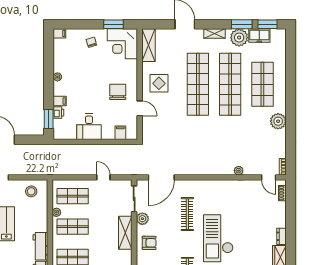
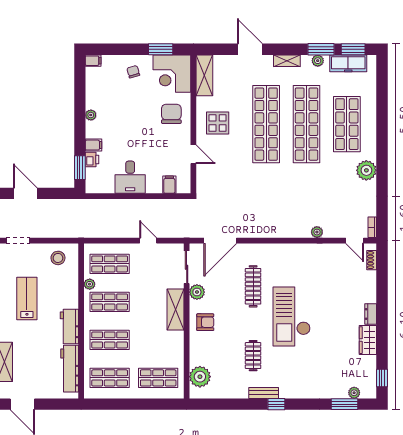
freezer: (259, 36) -> (348, 63), width x1.40
plant: (239, 38) -> (318, 61), width x0.53, depth x0.53
chair: (118, 92) -> (171, 114), moved

